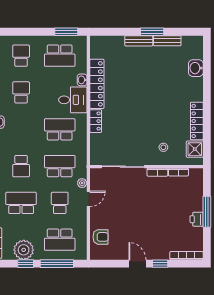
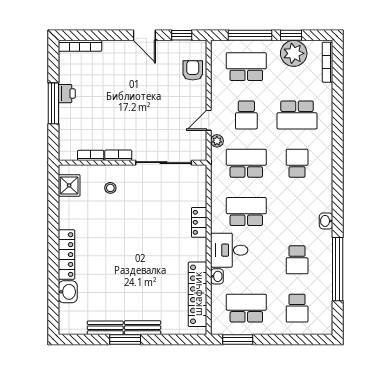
locker: (97, 84) -> (198, 294), moved
locker: (197, 121) -> (66, 255), moved
school desk: (60, 129) -> (246, 212), turned 180
school desk: (60, 166) -> (246, 163), turned 180
armchair: (101, 237) -> (193, 70), turned 90
window: (160, 264) -> (182, 35), moved

